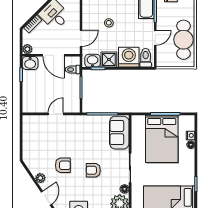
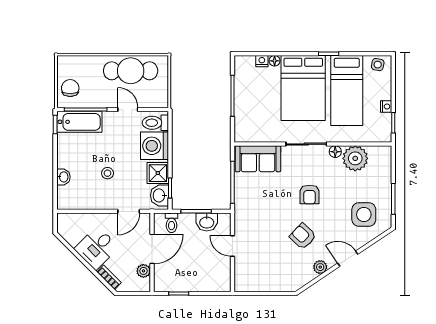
door: (81, 38) -> (129, 211), swing flipped
plant: (27, 49) -> (143, 271), moved
washbasin: (30, 63) -> (207, 222), moved, turned 90
bed: (162, 139) -> (303, 88), moved, turned 90
armchair: (63, 165) -> (303, 236), turned -47

